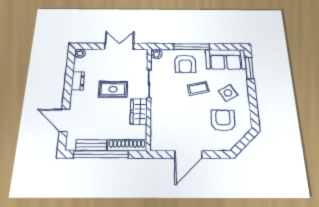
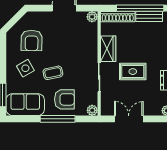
double door: (119, 46) -> (129, 119), swing flipped
armchair: (185, 64) -> (64, 99), turned 90
plant: (156, 145) -> (92, 17), added

